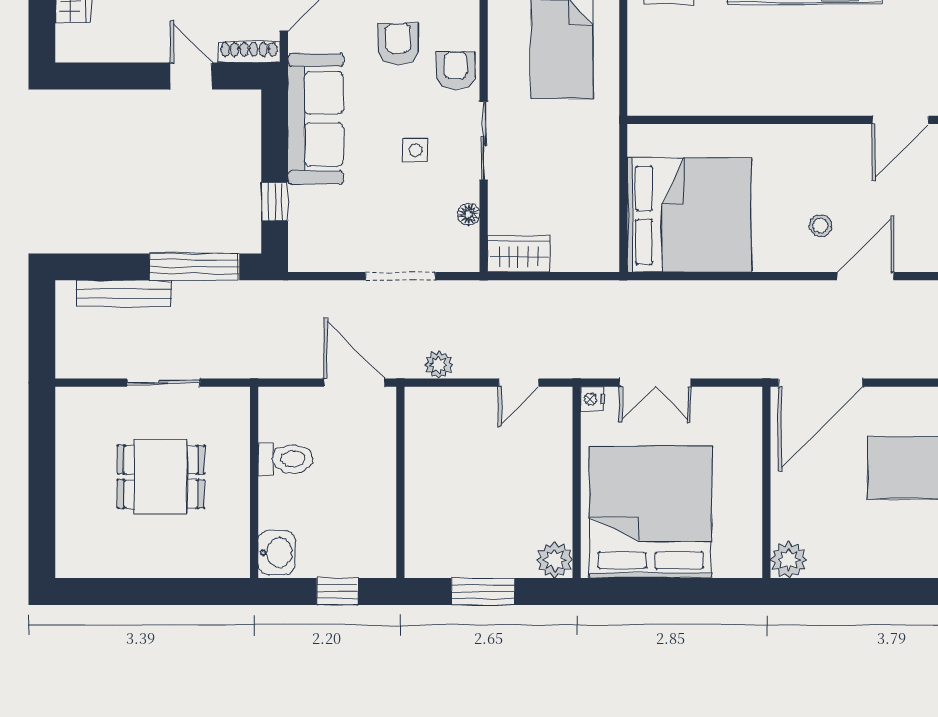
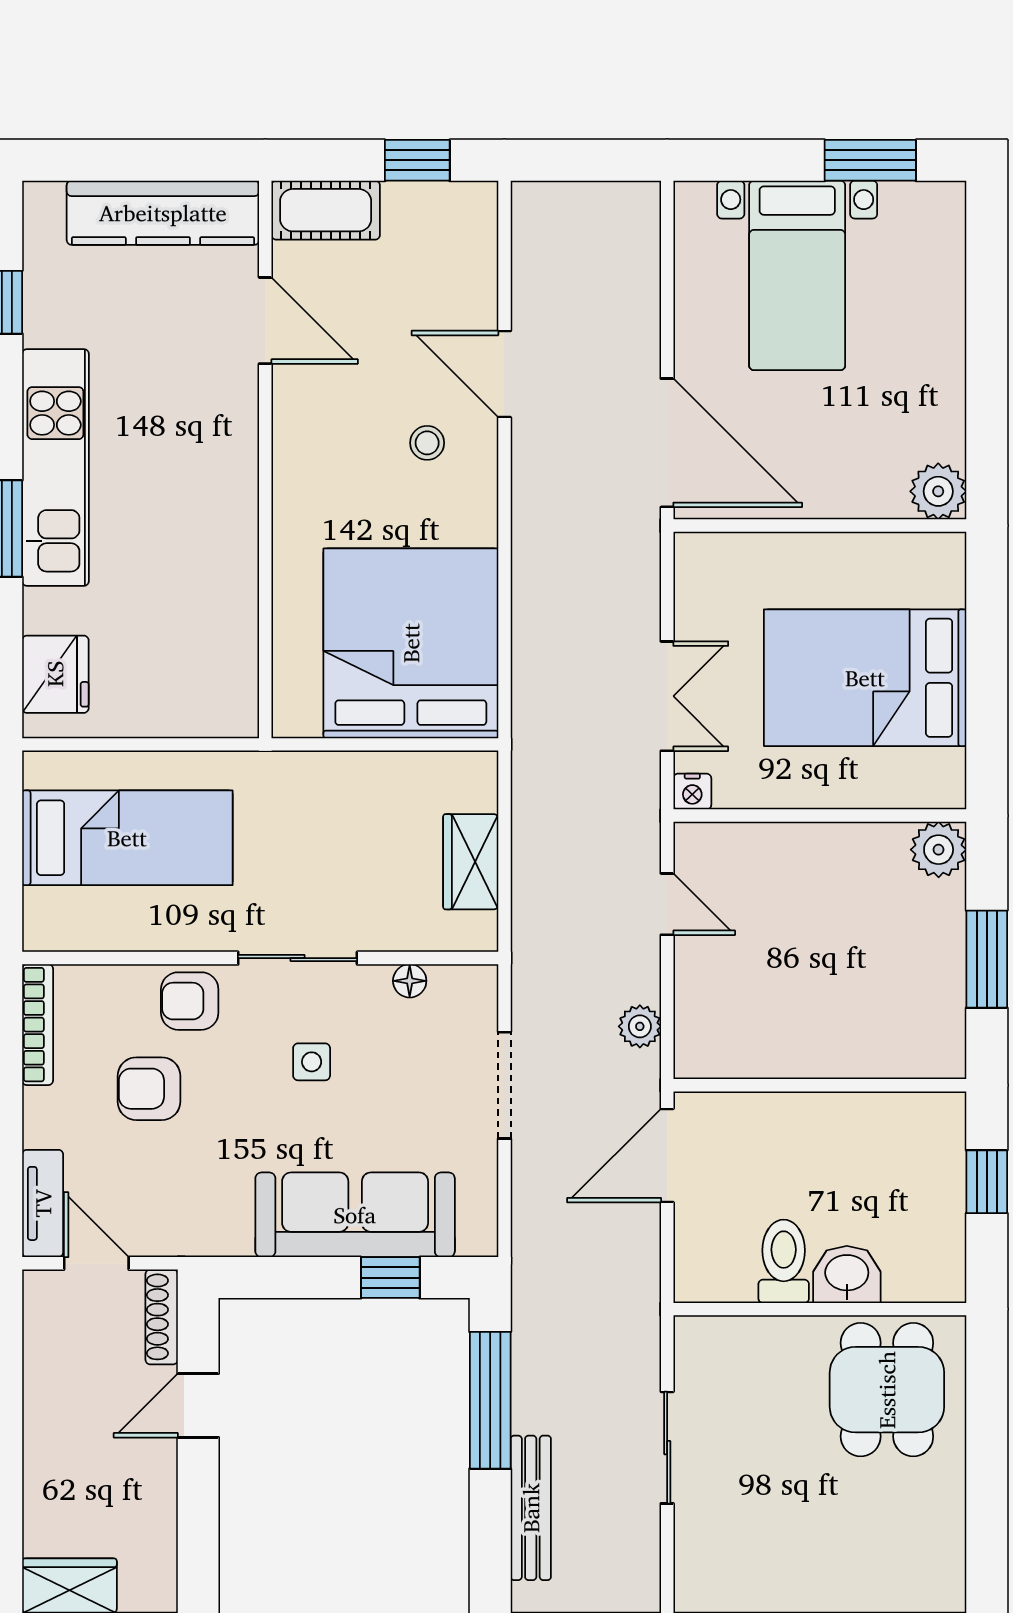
sofa: (316, 119) -> (355, 1215), moved
wardrobe: (519, 254) -> (471, 862), moved
dining table: (161, 477) -> (887, 1390), moved
bed: (651, 512) -> (865, 678), width x0.73
washbasin: (277, 553) -> (847, 1274), moved

